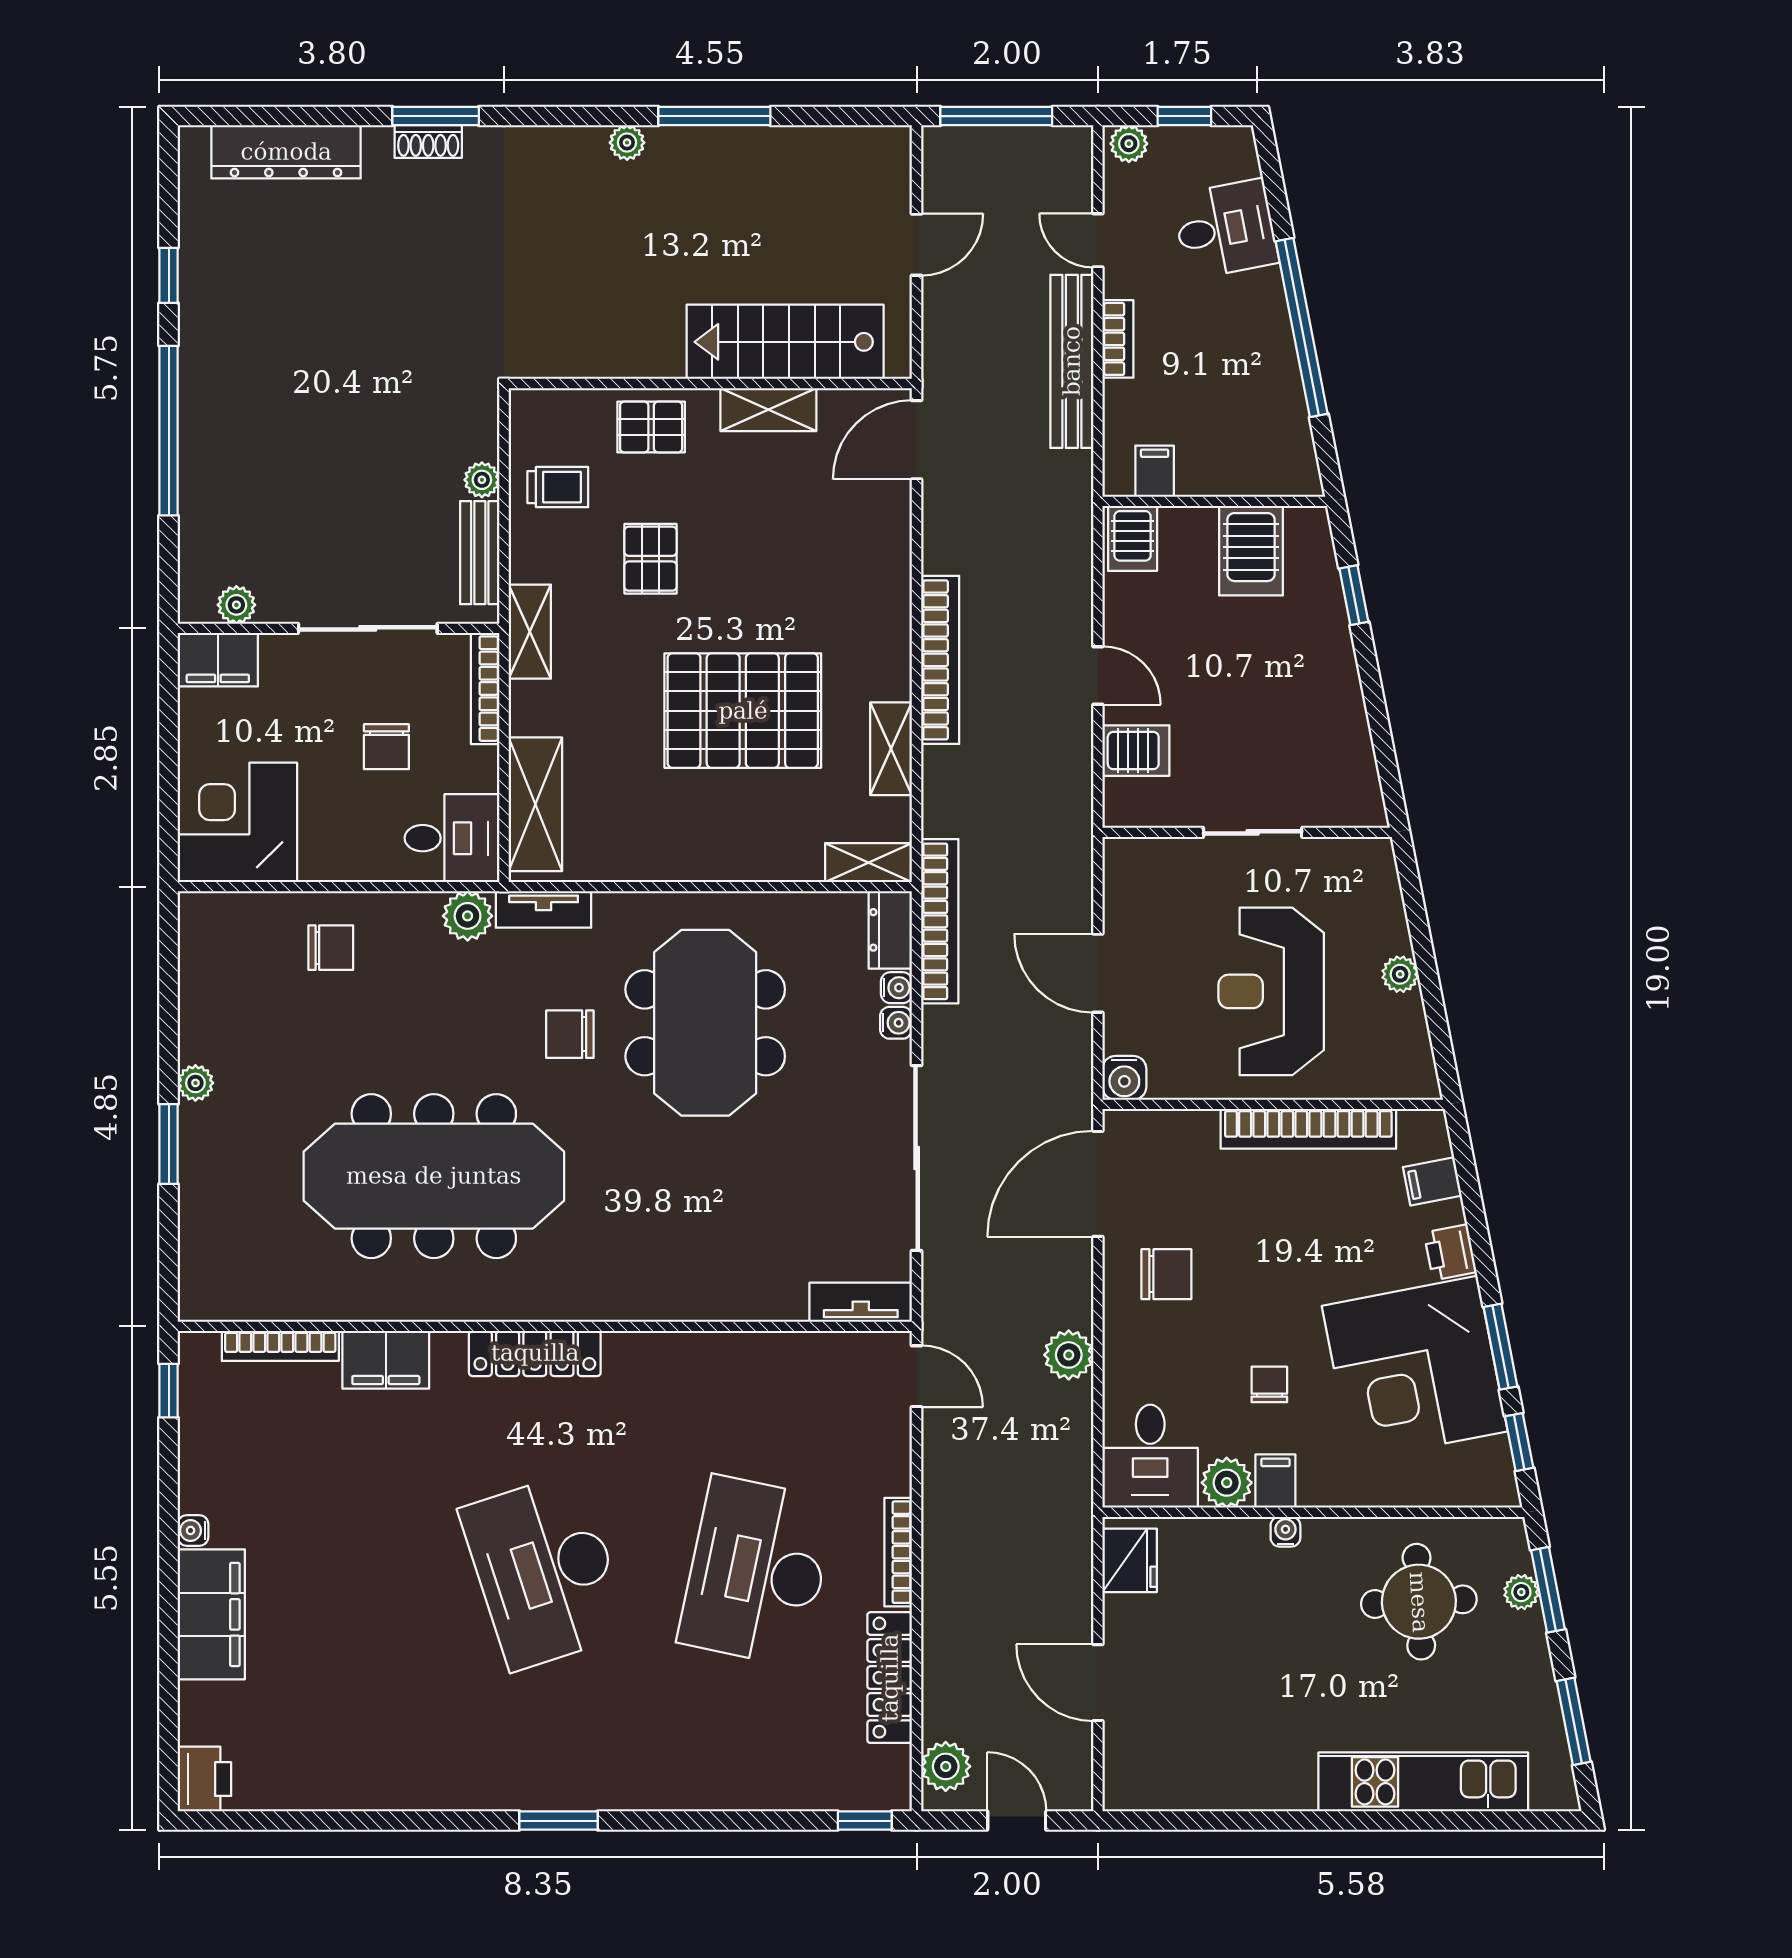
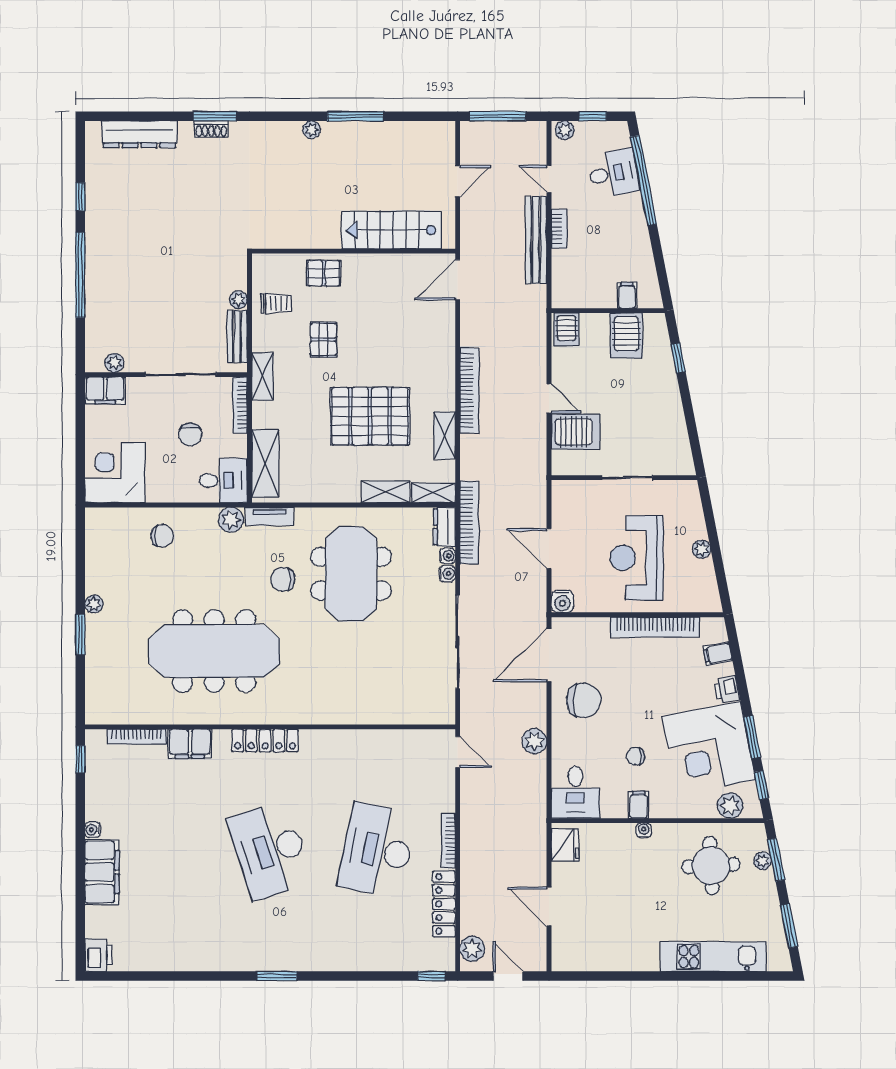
window: (1302, 328) -> (644, 180), moved
shelving: (768, 410) -> (385, 492), moved
filing cabinet: (1155, 471) -> (627, 295), moved
server rack: (1136, 751) -> (576, 432), width x1.36, depth x1.44
chair: (1166, 1274) -> (584, 700), width x1.37, depth x1.37
tv unit: (861, 1302) -> (429, 715), removed
chair: (1269, 1384) -> (636, 756), turned -90
plant: (1227, 1483) -> (730, 806), moved

